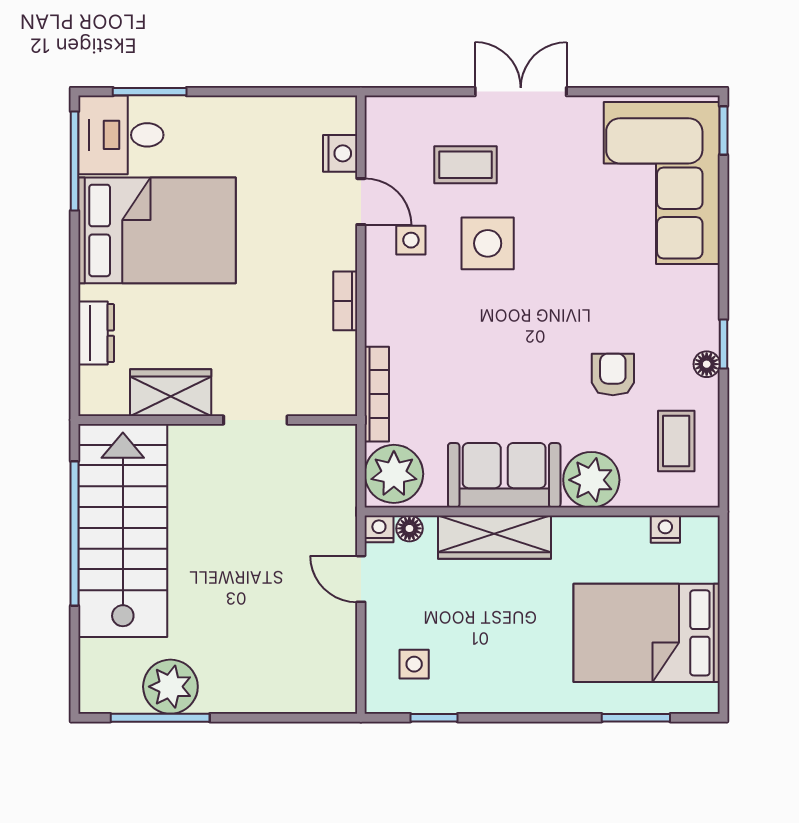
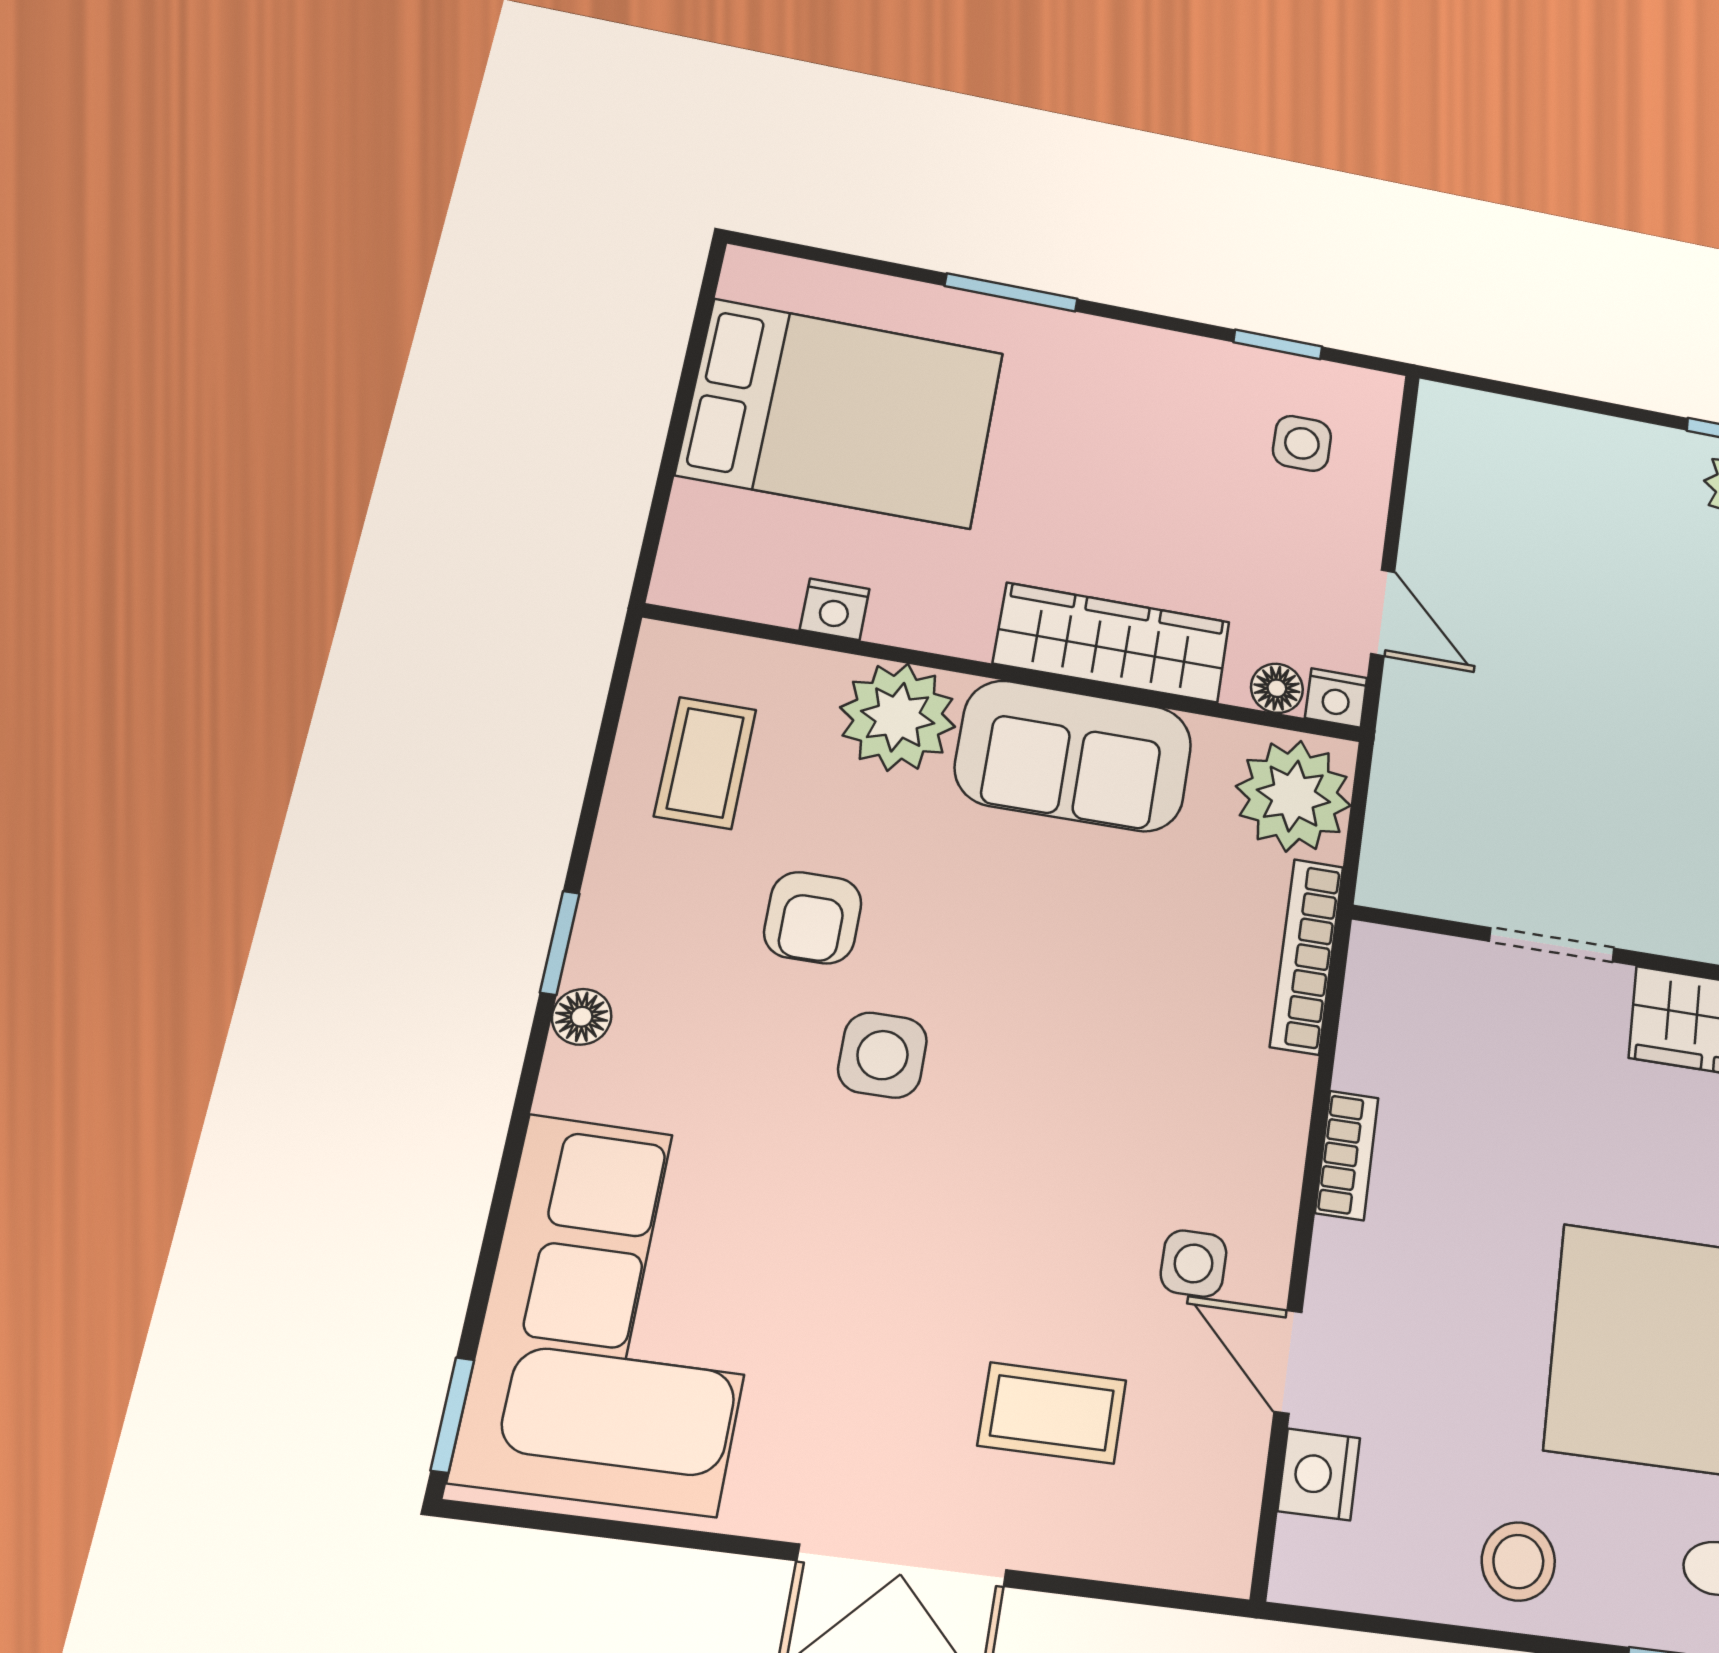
stool: (242, 127) -> (1518, 1561), added
side table: (488, 243) -> (882, 1055), moved, width x0.73, depth x0.73
floor lamp: (707, 364) -> (582, 1017), moved
nightstand: (665, 529) -> (835, 609), moved
window: (636, 718) -> (1011, 292), moved

